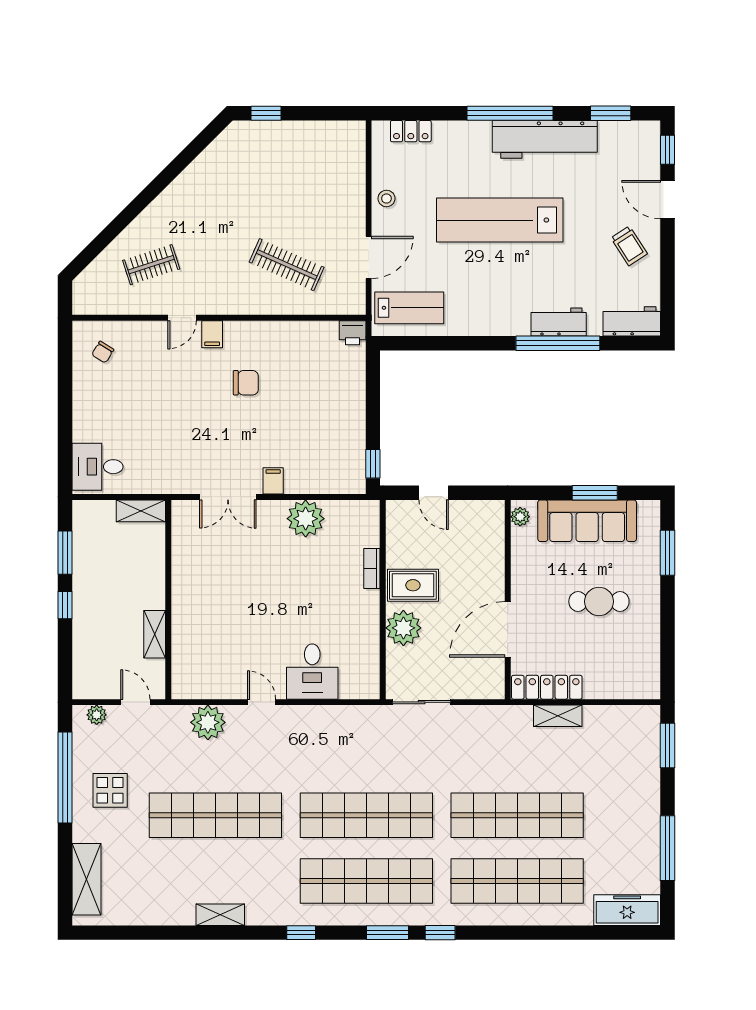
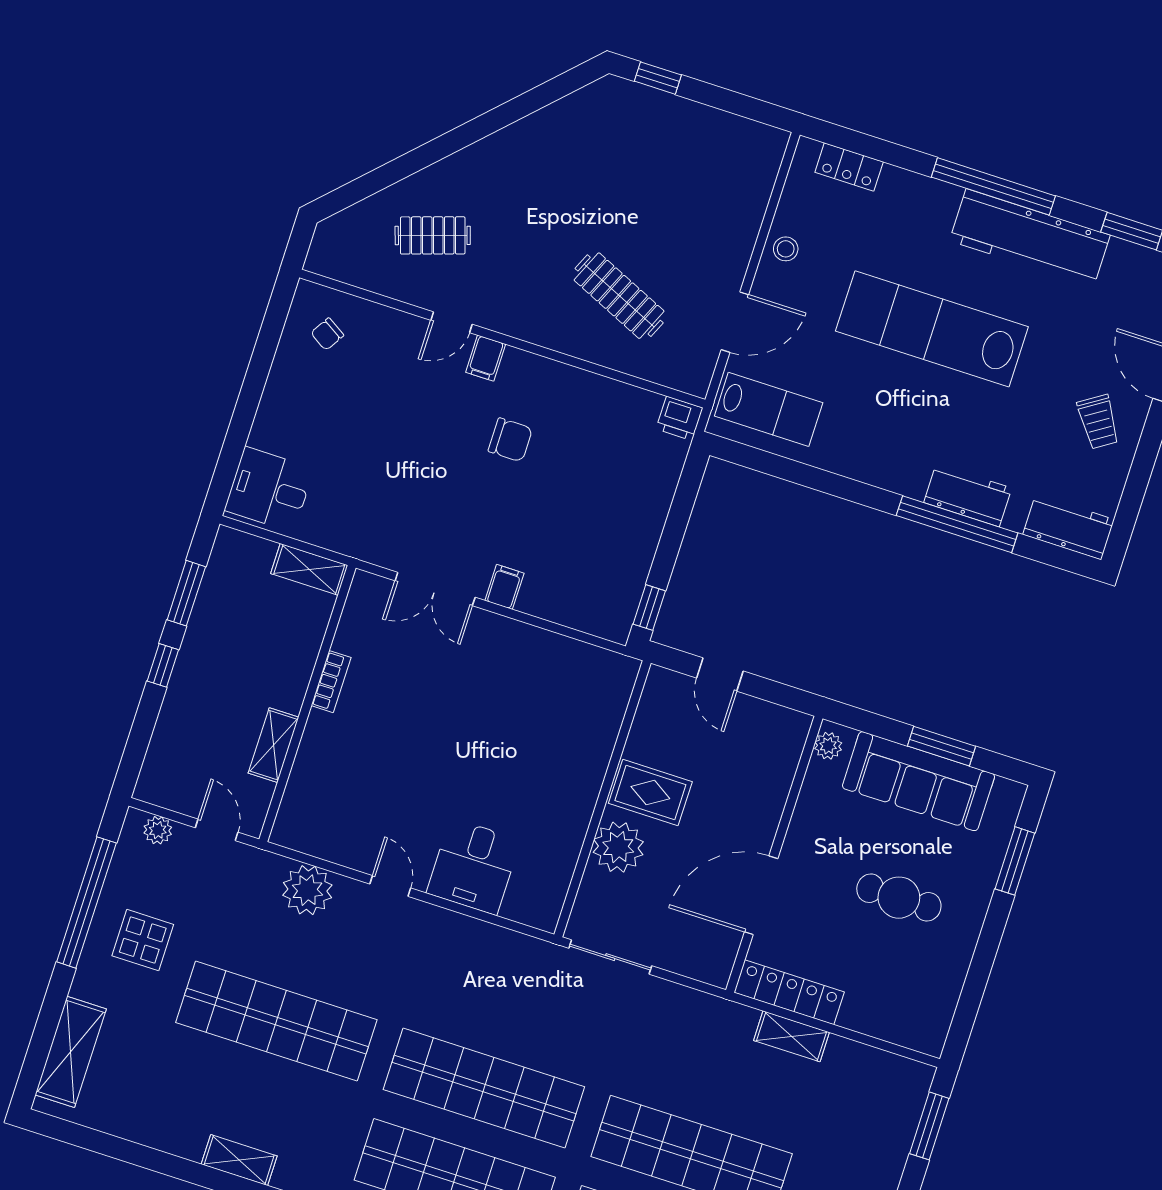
plant: (306, 519) -> (532, 653), removed
bookcase: (372, 568) -> (331, 682), moved, turned 180

